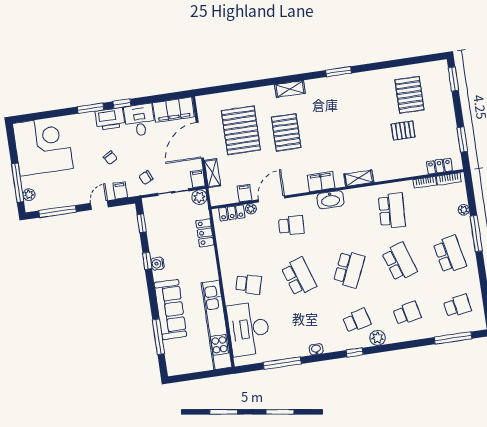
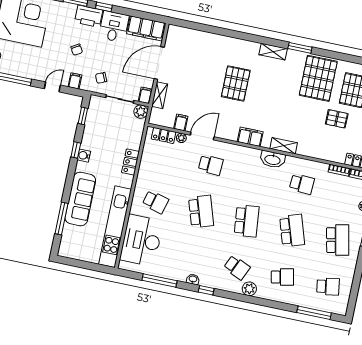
shelving: (290, 89) -> (273, 52), moved
pallet: (241, 130) -> (318, 78), moved
washbasin: (330, 200) -> (273, 159), moved
school desk: (392, 211) -> (302, 184), width x0.54
locker: (205, 233) -> (130, 162), moved
school desk: (349, 269) -> (247, 221), turned -30
school desk: (357, 321) -> (237, 267), turned 39
window: (355, 352) -> (206, 290), moved

